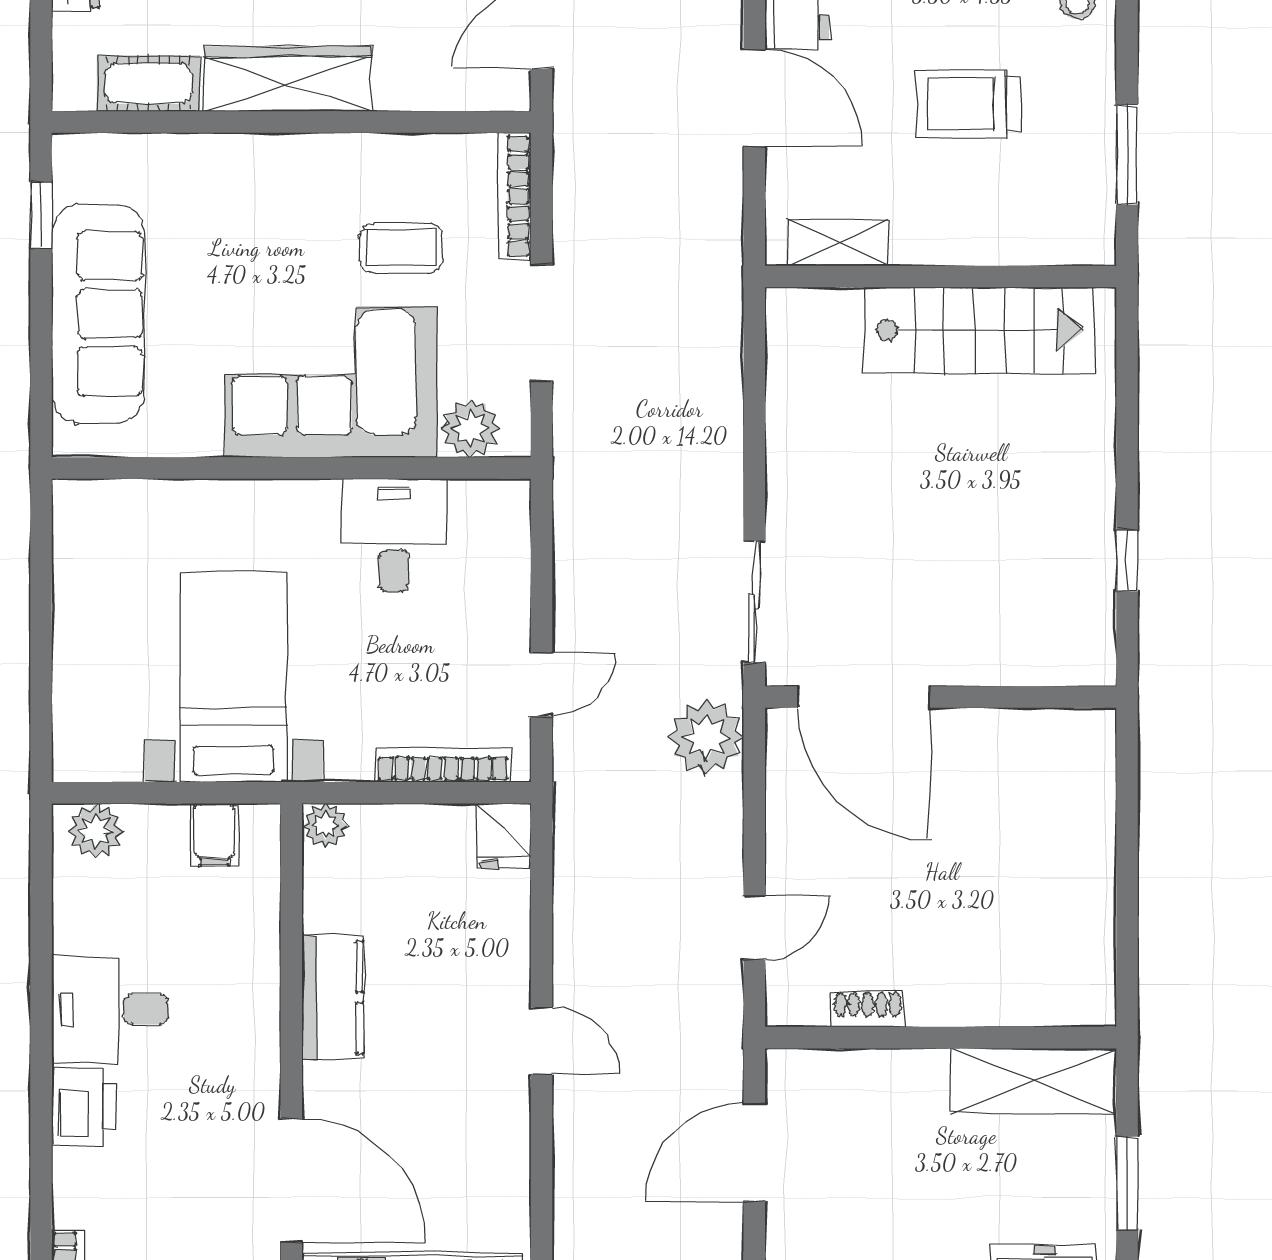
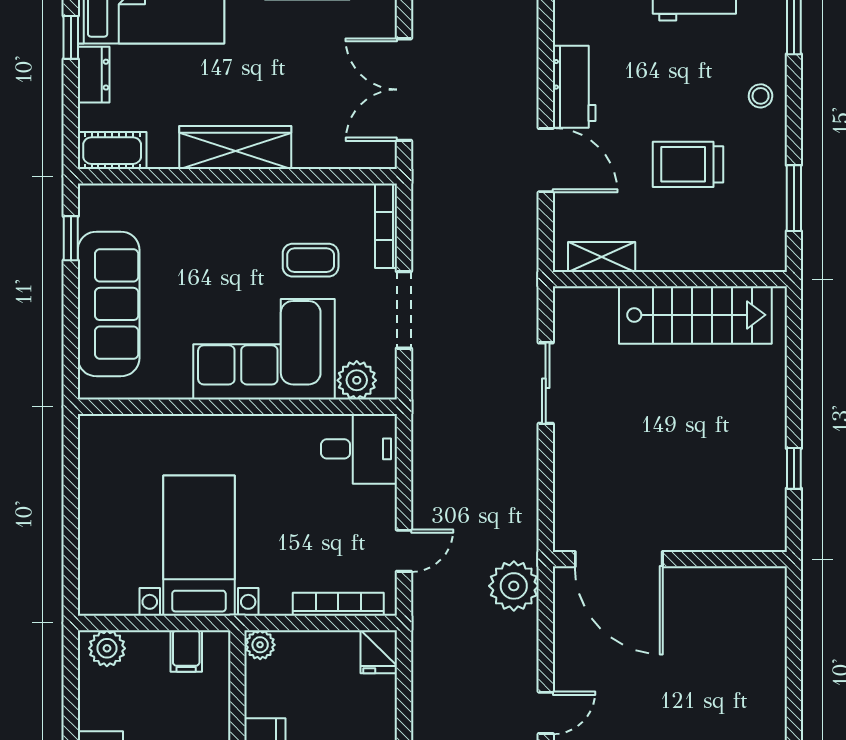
cot: (148, 83) -> (112, 151), moved
desk: (394, 536) -> (359, 449), moved, turned 90
sliding door: (754, 602) -> (546, 383), moved

